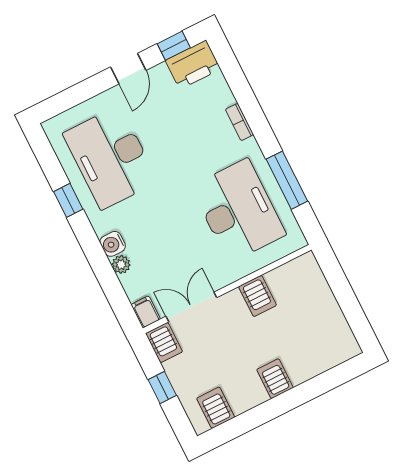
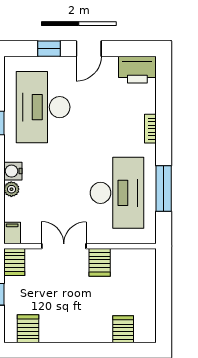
window: (174, 46) -> (49, 49), moved
double door: (191, 307) -> (64, 246), moved
server rack: (275, 379) -> (123, 329), moved

